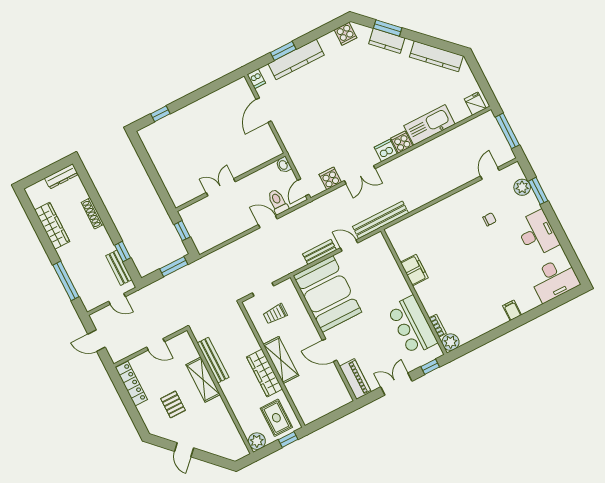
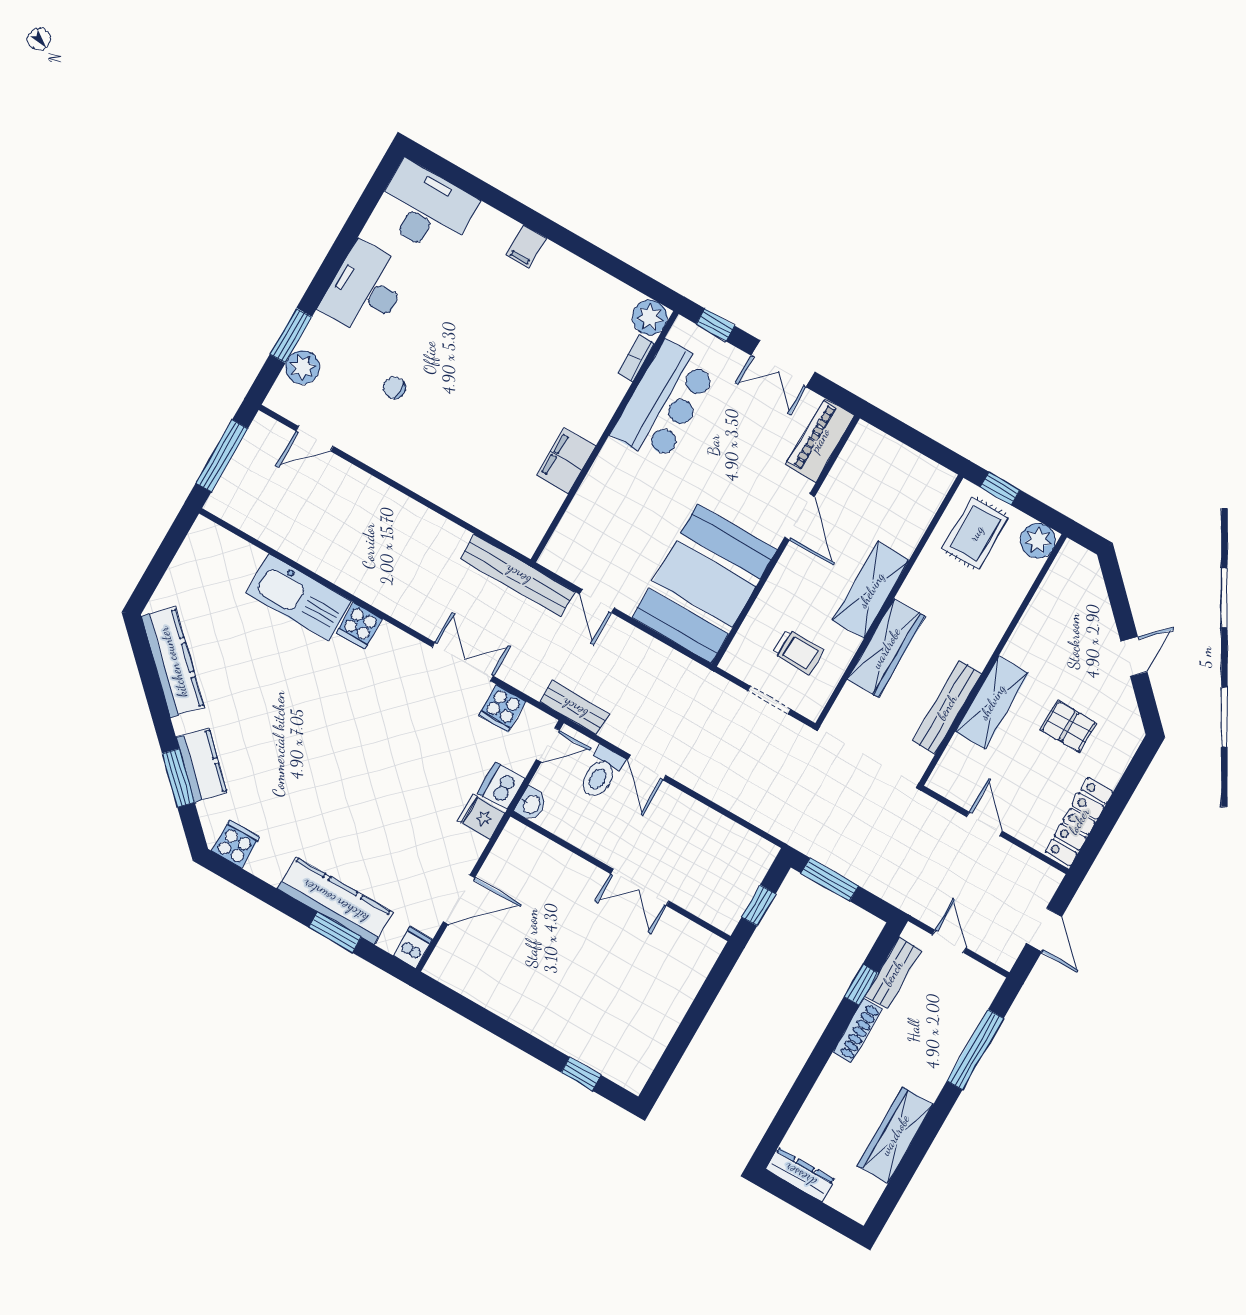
fridge: (475, 104) -> (481, 817), moved, turned 90
dishwasher: (386, 150) -> (501, 786), moved, turned 90
shoe rack: (92, 213) -> (857, 1031), moved
bench: (320, 252) -> (574, 708), moved
wardrobe: (265, 373) -> (886, 648), moved
pallet: (173, 404) -> (1068, 726), turned 90

